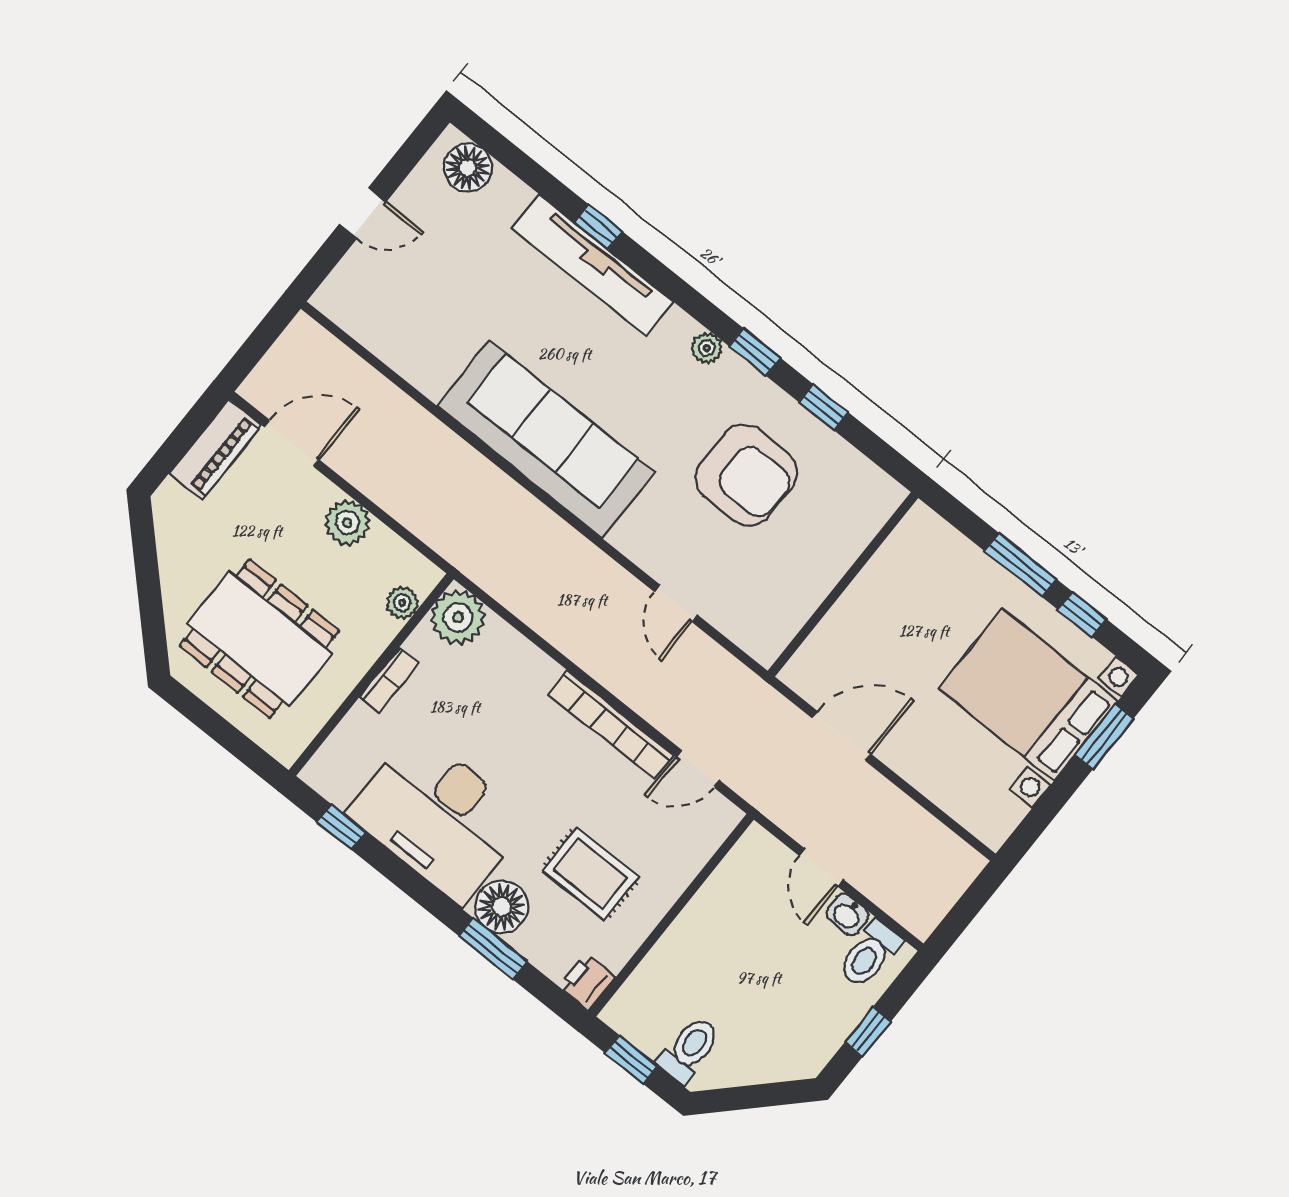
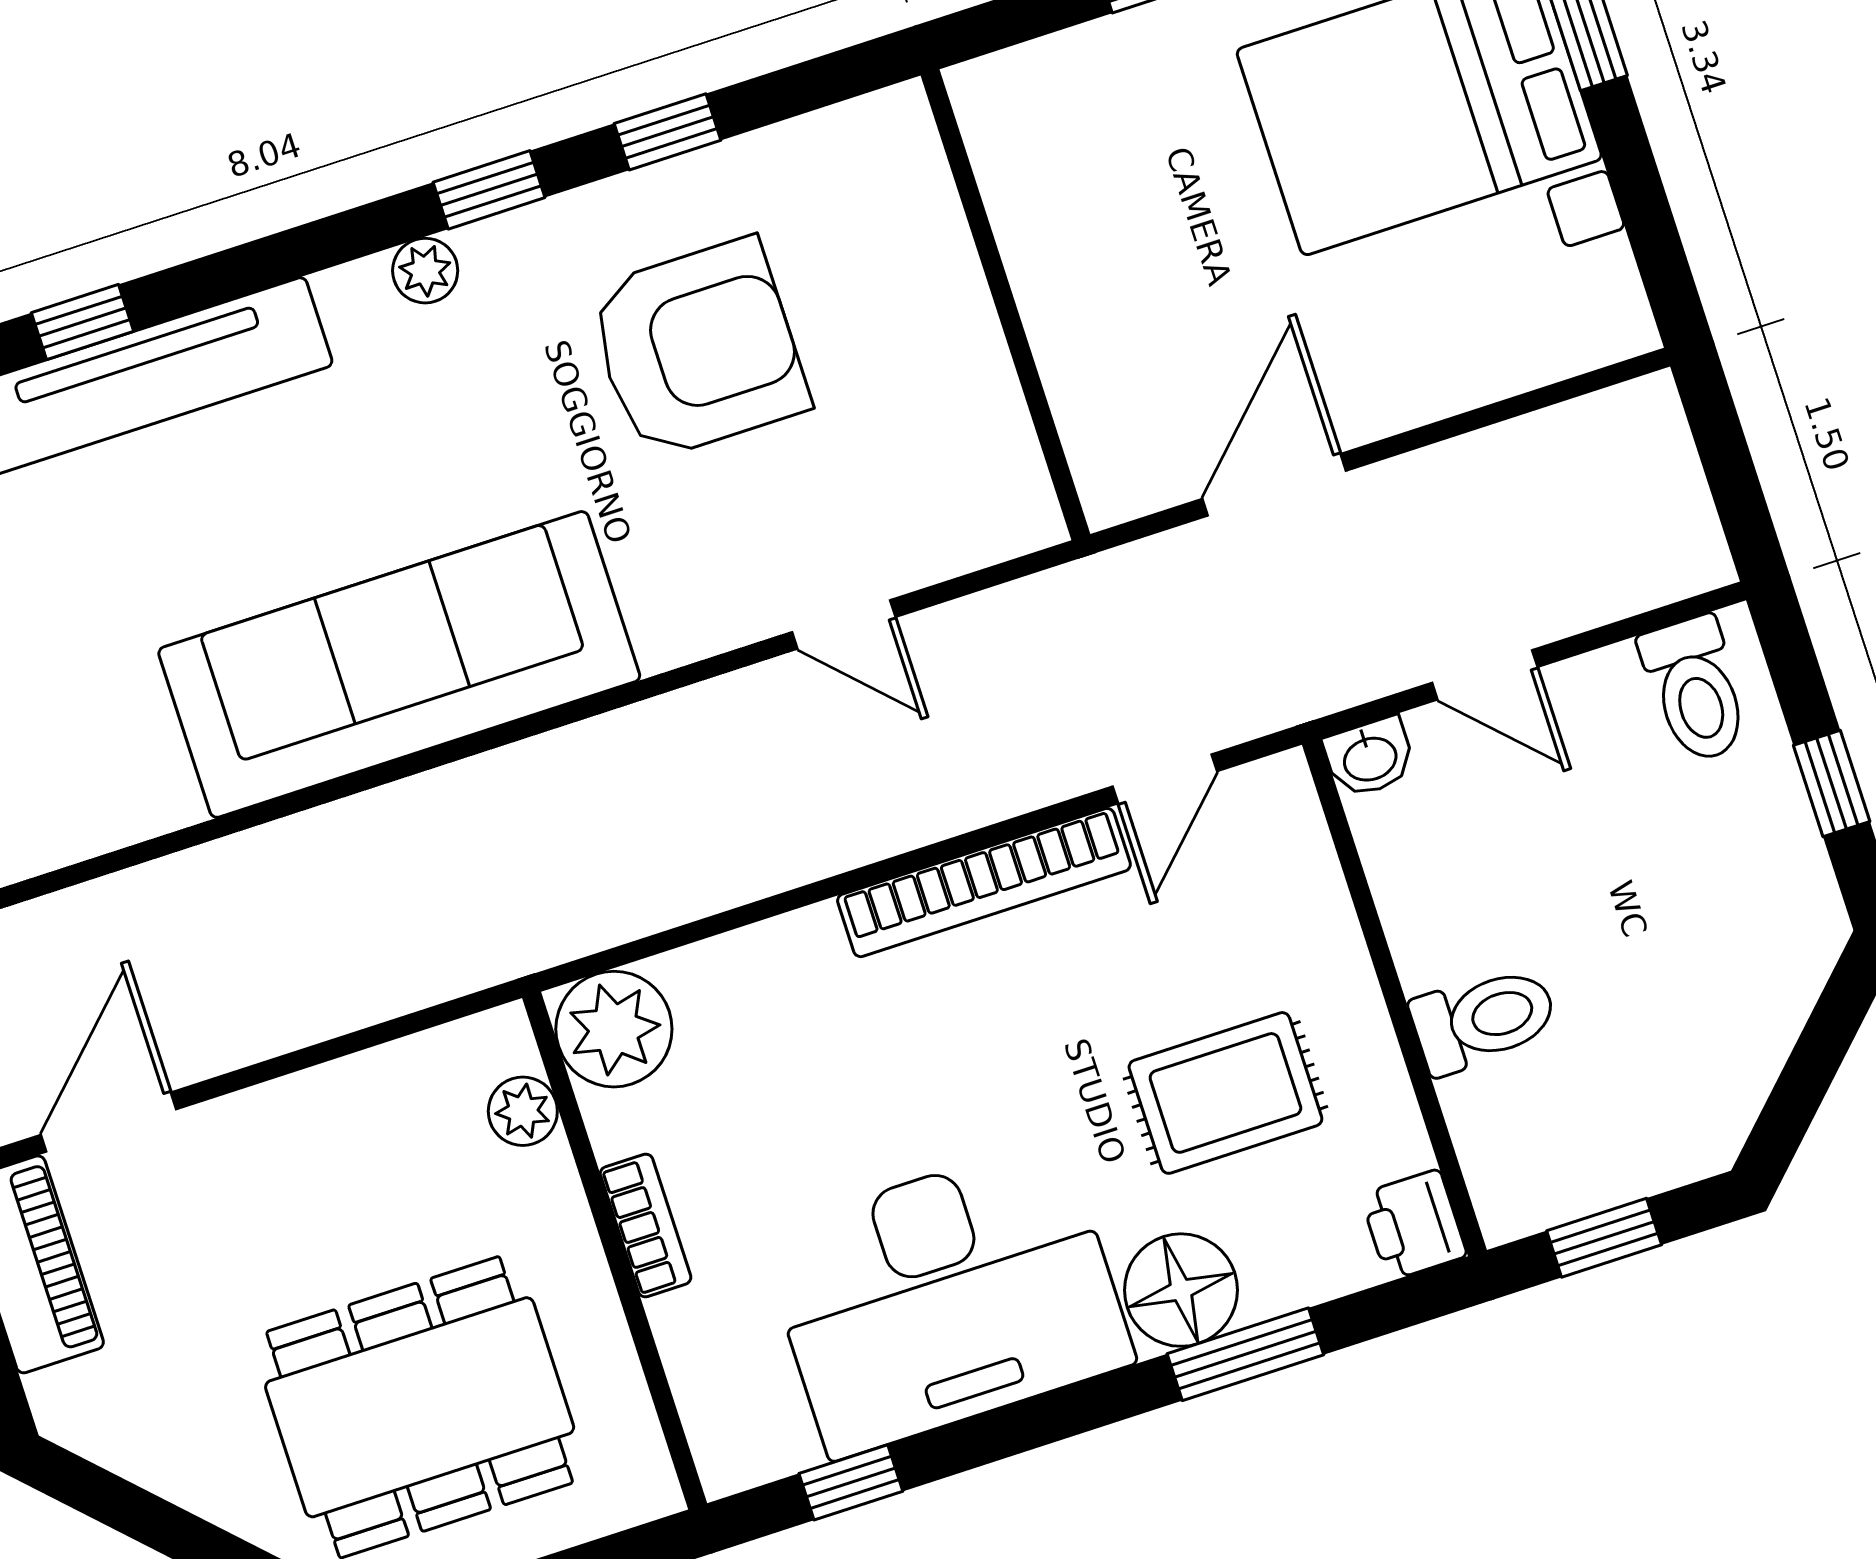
plant: (347, 523) -> (316, 1115), removed
washbasin: (848, 914) -> (1370, 757), moved
toilet: (689, 1050) -> (1484, 1019), moved, turned 90

